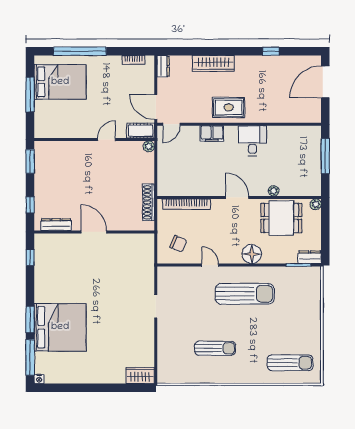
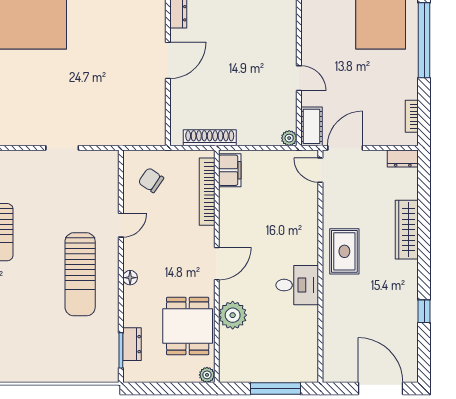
filing cabinet: (212, 134) -> (230, 170), moved, turned 180
plant: (274, 191) -> (233, 315), width x1.88, depth x1.88
chair: (178, 244) -> (151, 180), turned 101
floor lamp: (252, 254) -> (130, 278), width x0.53, depth x0.53
dresser: (310, 257) -> (132, 344), moved

